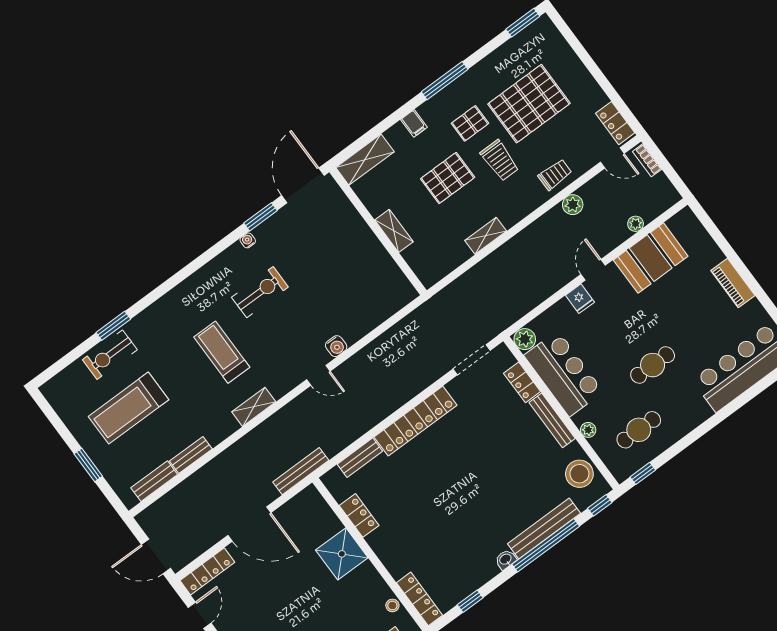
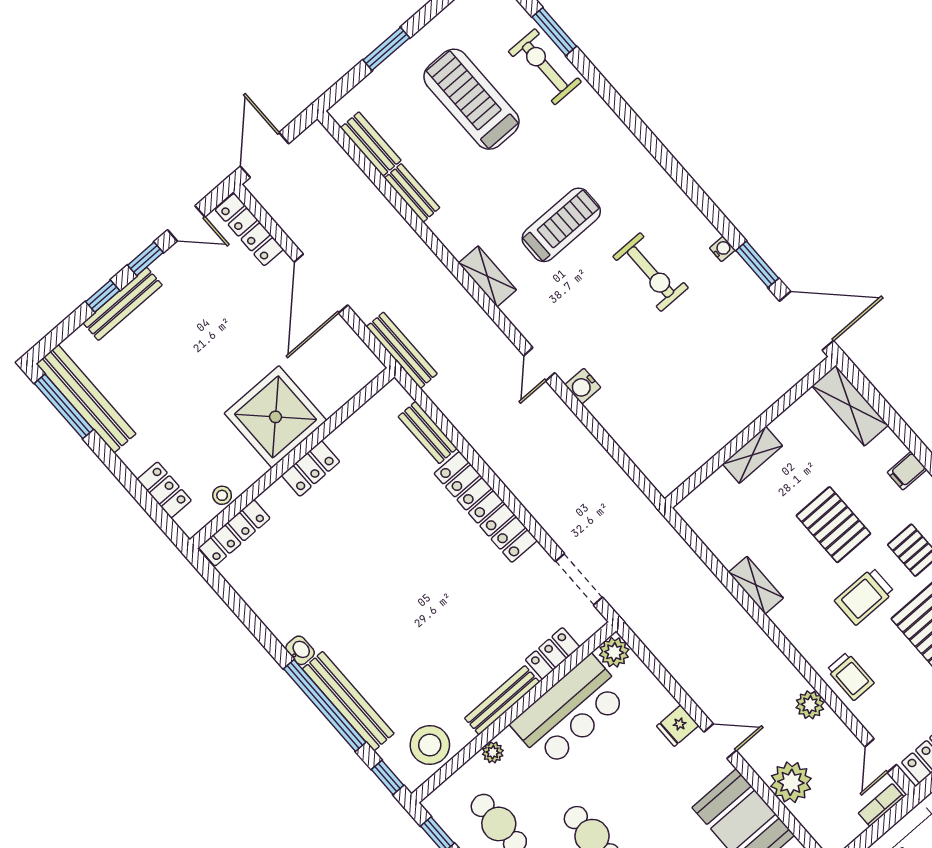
plant: (636, 224) -> (791, 782), width x1.87, depth x1.87
window: (113, 326) -> (554, 32), moved
locker: (359, 515) -> (311, 469), moved
shower: (342, 554) -> (275, 417), width x1.37, depth x1.37
window: (470, 601) -> (237, 605), removed

